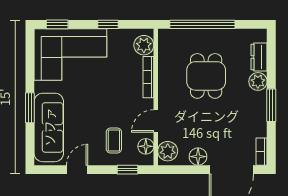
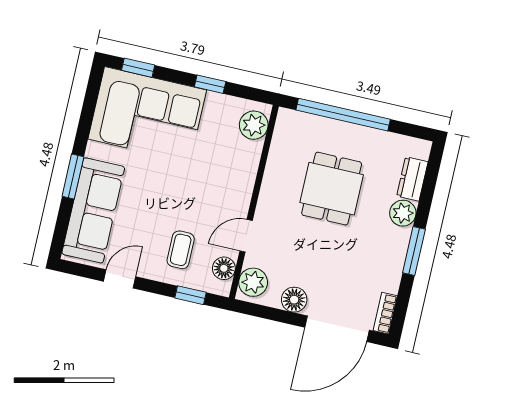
bookcase: (148, 77) -> (250, 172), removed

